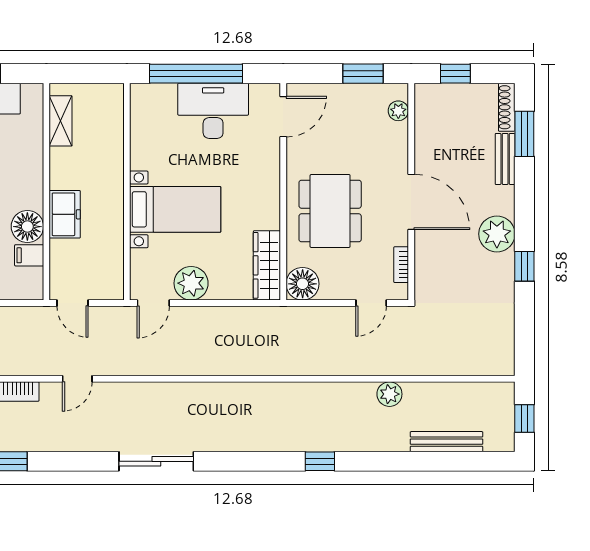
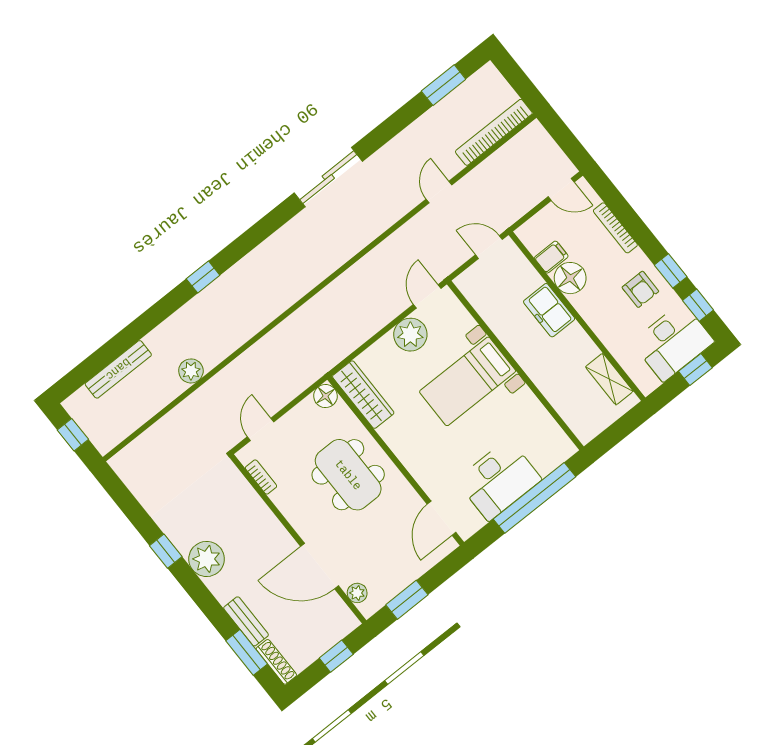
door: (411, 202) -> (320, 566), moved
floor lamp: (303, 284) -> (325, 396), width x0.73, depth x0.73

